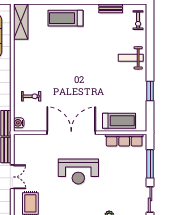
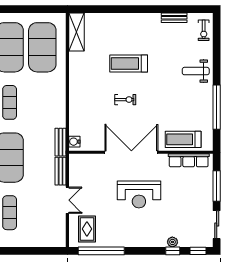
treadmill: (65, 18) -> (129, 64), moved
window: (150, 91) -> (217, 107), width x2.11
exercise bike: (31, 96) -> (125, 100), moved
treadmill: (119, 121) -> (183, 139), turned 180

